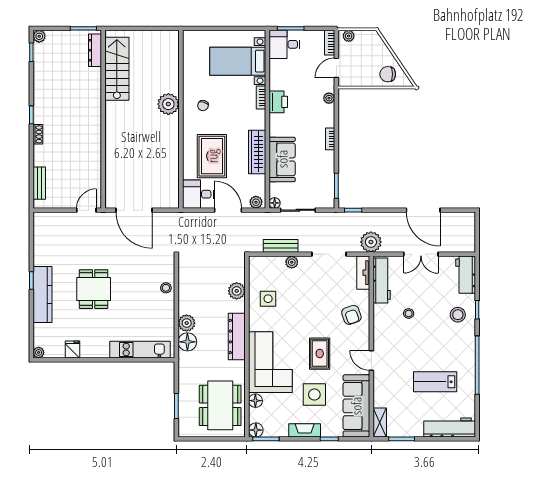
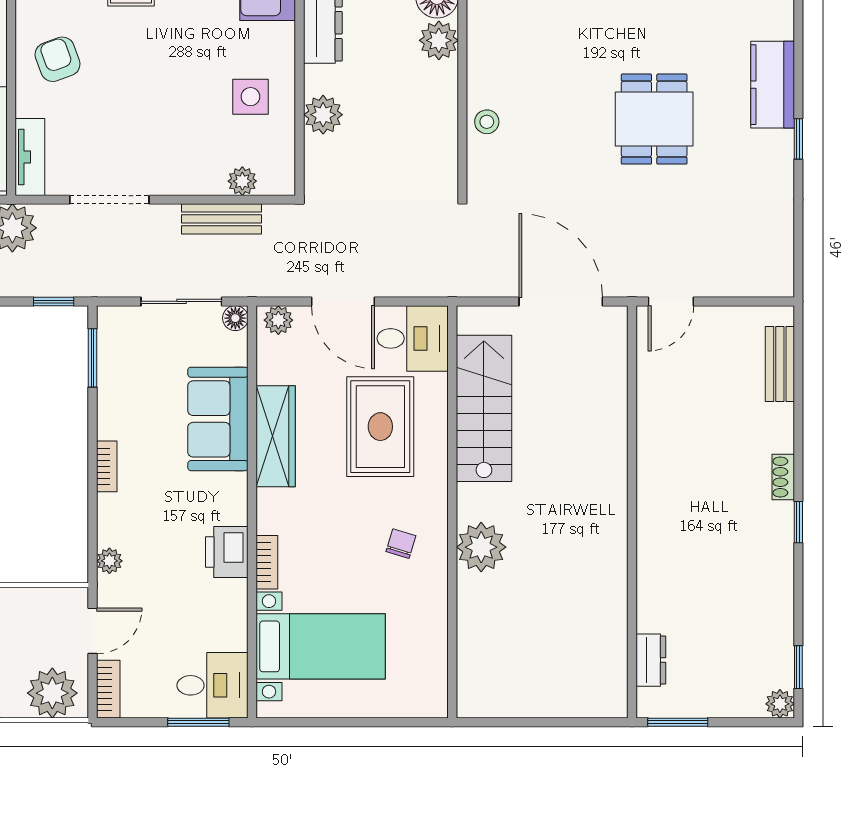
plant: (349, 36) -> (52, 693), width x1.88, depth x1.88
dresser: (95, 50) -> (651, 660), width x0.70
stairs: (117, 69) -> (484, 408), moved, turned 180
plant: (292, 262) -> (242, 181), moved
kitchen counter: (42, 295) -> (773, 85), width x0.67

